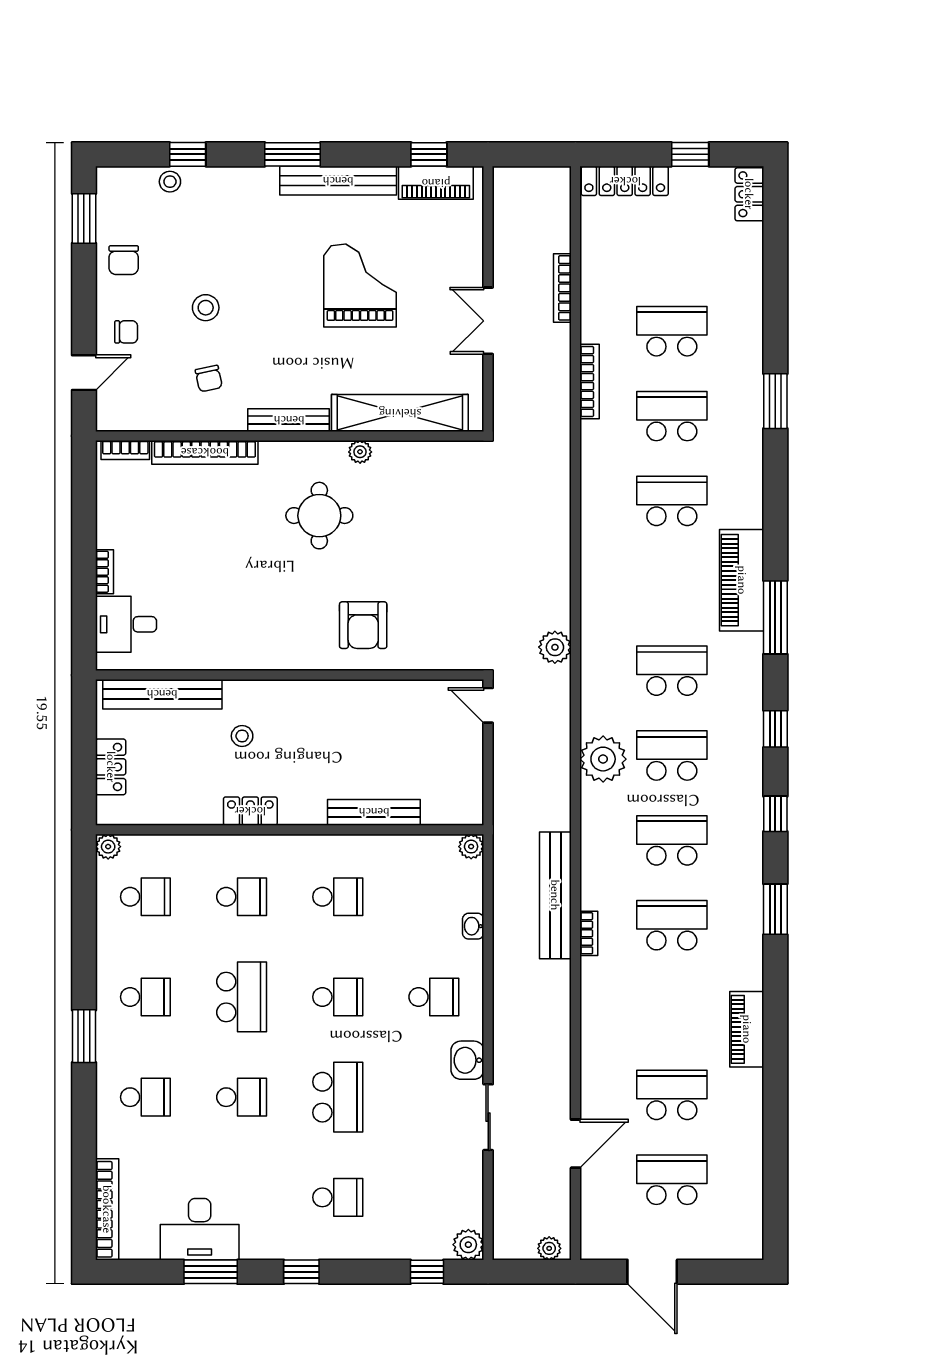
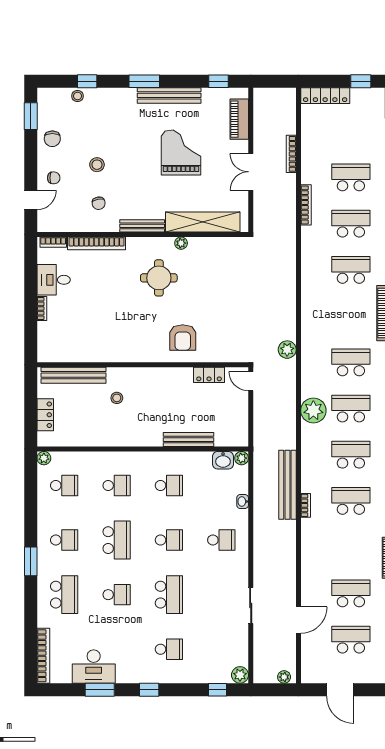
piano: (436, 183) -> (239, 119), moved, turned 90
desk: (126, 624) -> (54, 280), moved
locker: (250, 811) -> (209, 375), moved, turned 180
washbasin: (467, 1060) -> (223, 460), moved, turned -90
school desk: (145, 1097) -> (64, 595), width x1.85

